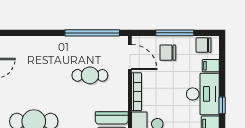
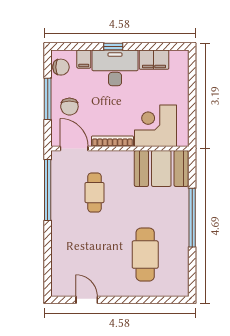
chair: (204, 45) -> (61, 67), turned -90
door: (130, 57) -> (74, 148), hinge flipped
window: (222, 105) -> (113, 47), moved

